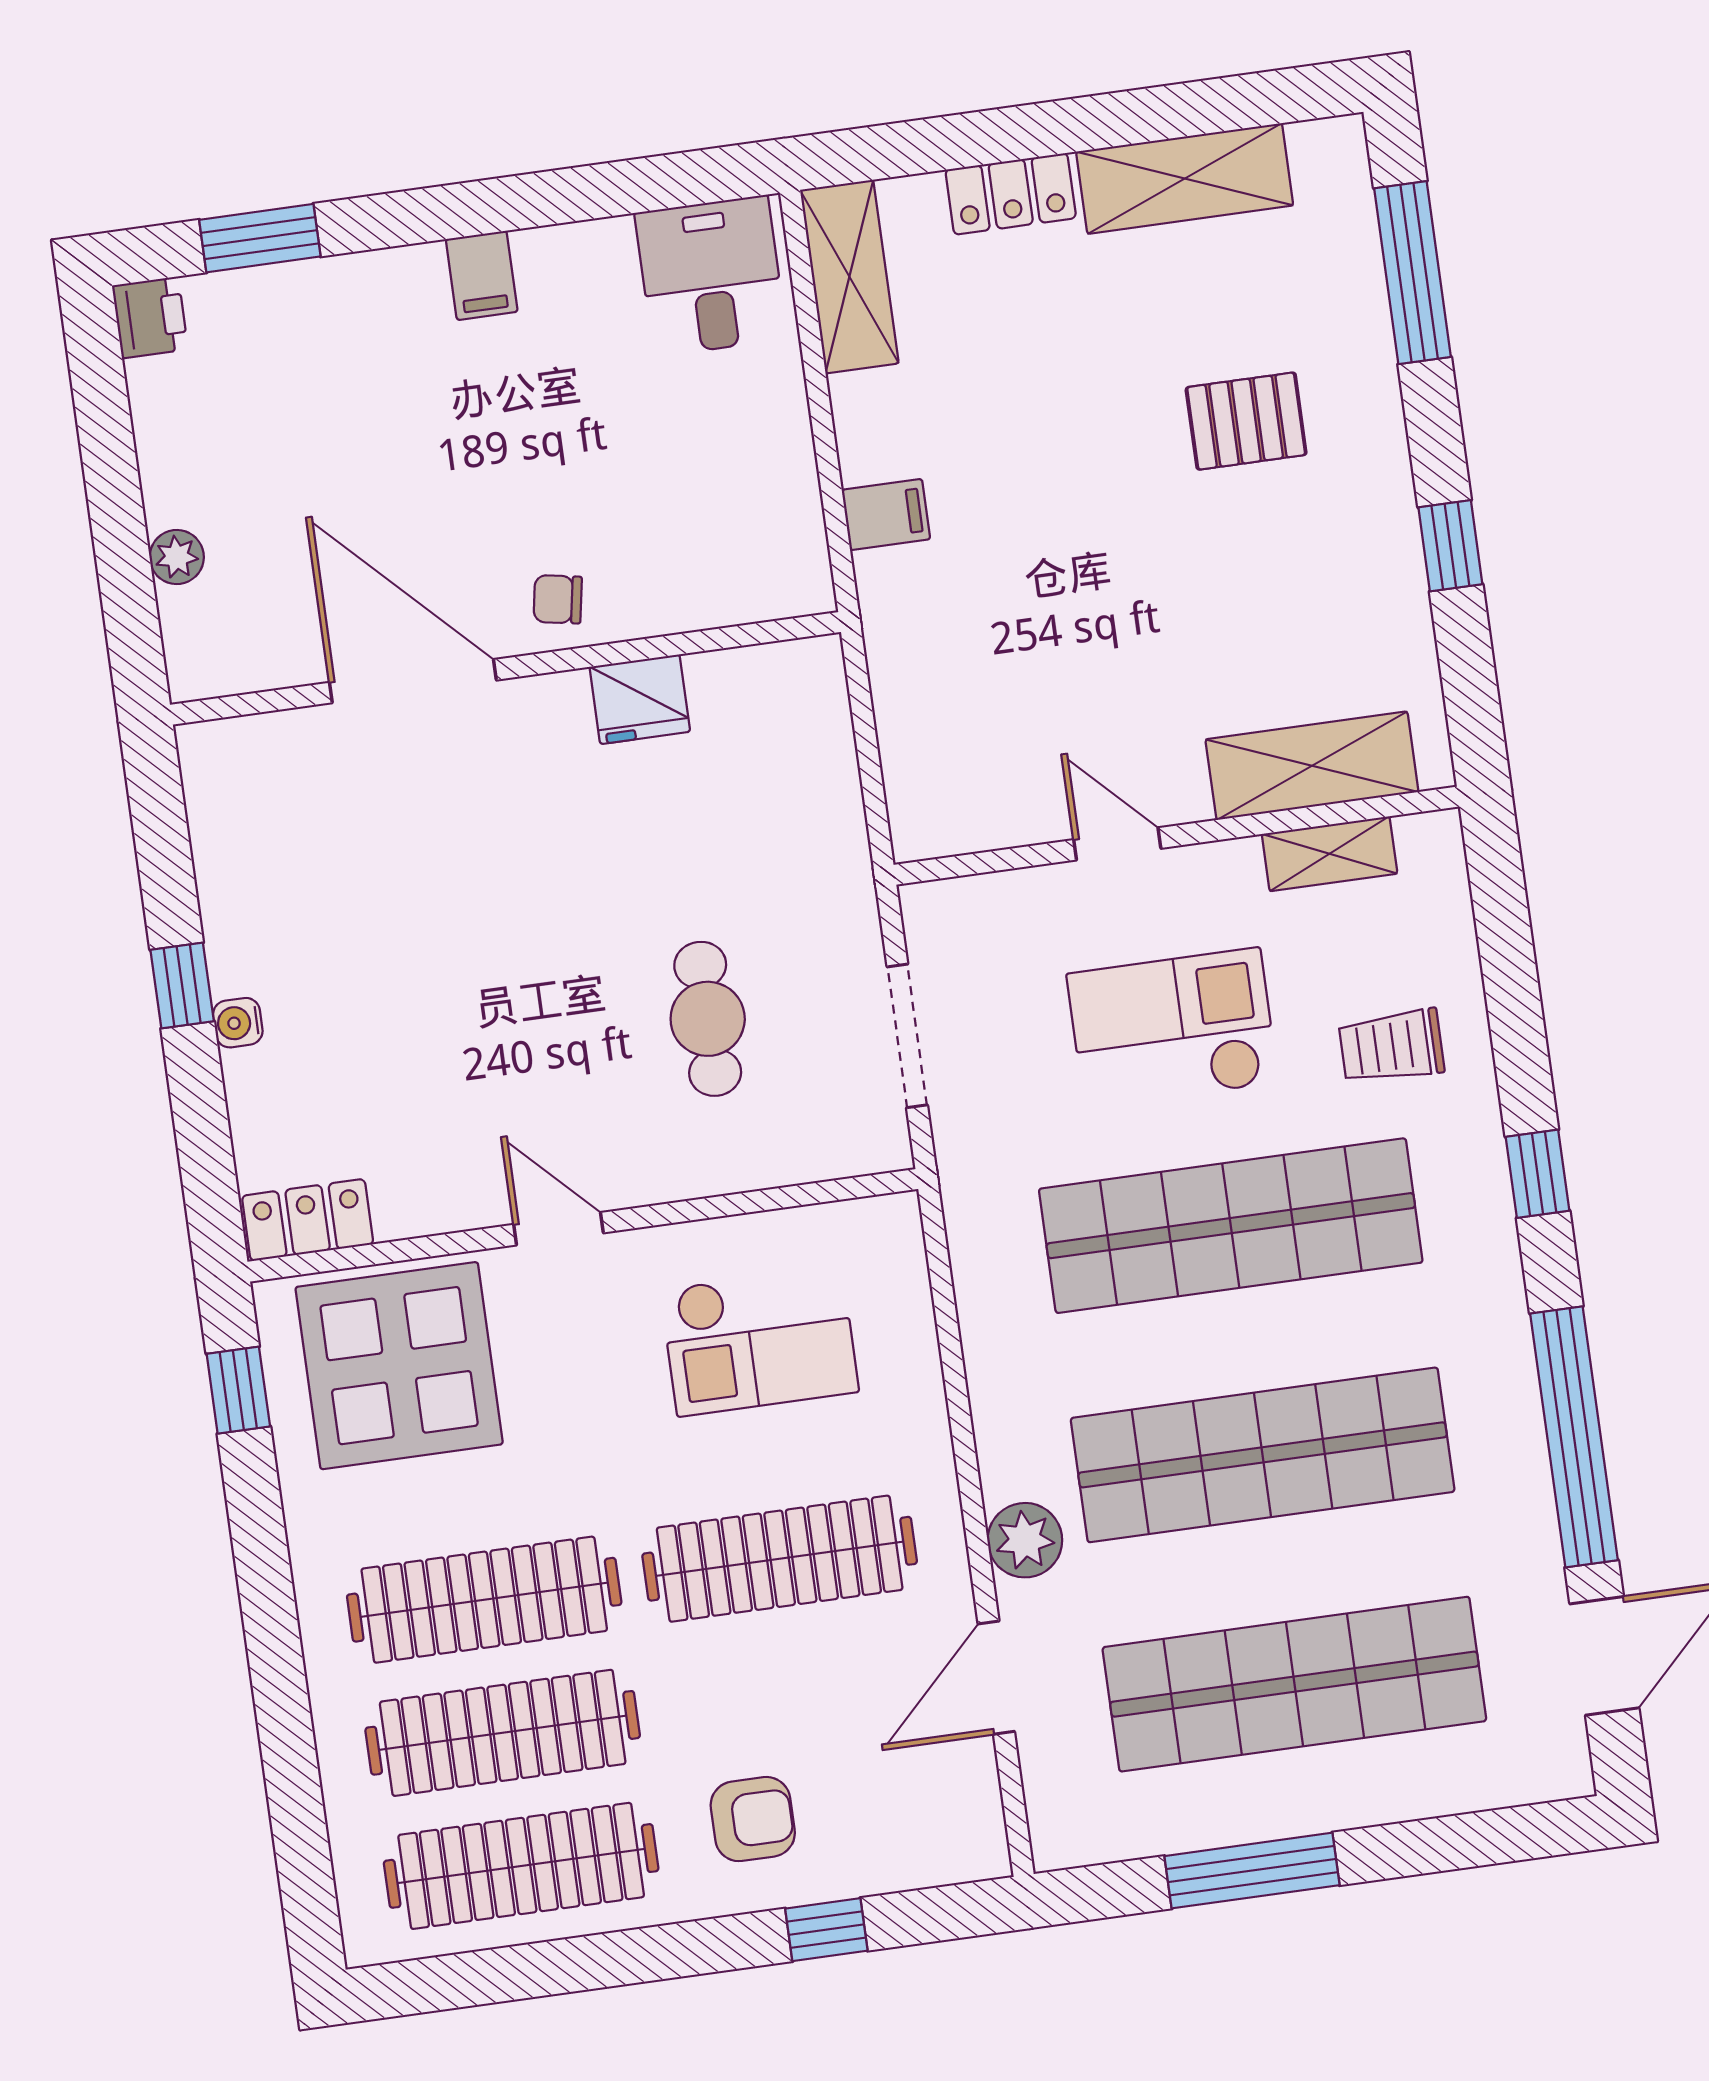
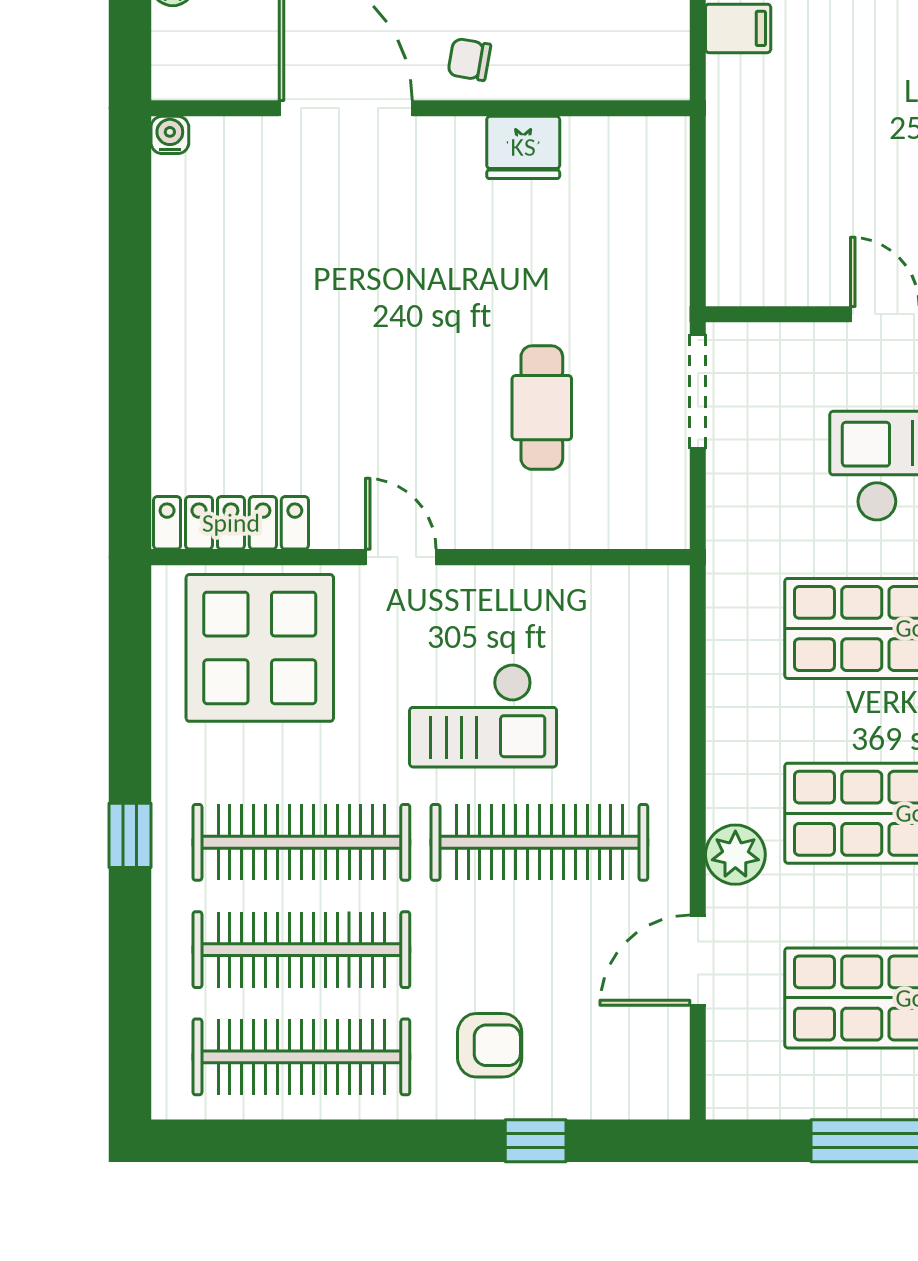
window: (182, 986) -> (130, 324), removed
water cooler: (238, 1023) -> (170, 135), moved, turned 90
doorway: (907, 1036) -> (698, 392), moved
locker: (308, 1220) -> (231, 523), width x1.53
checkout: (759, 1341) -> (483, 716), moved
window: (238, 1390) -> (130, 835), moved

